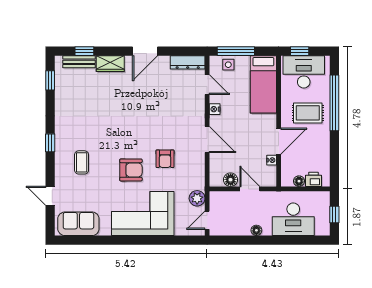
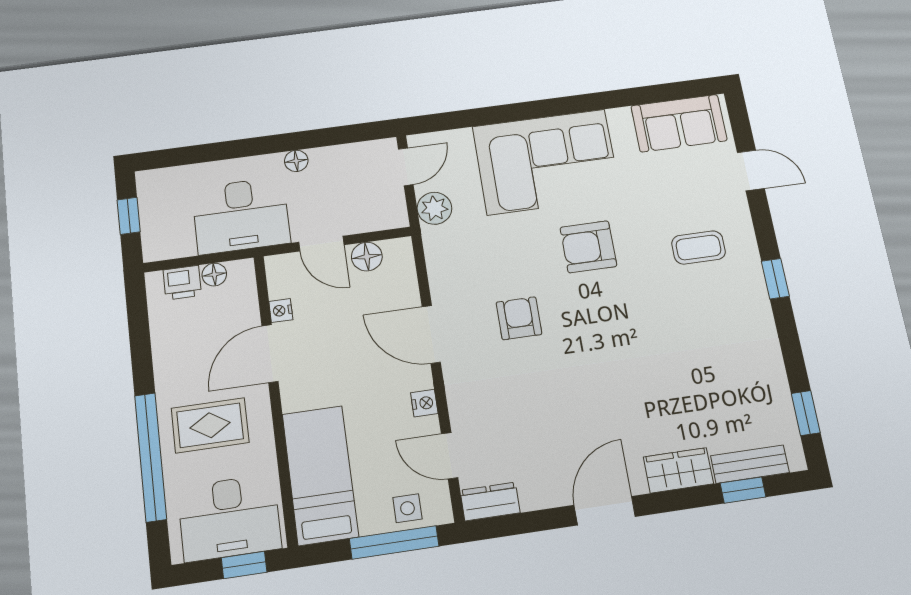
dresser: (188, 62) -> (490, 502), width x0.70
armchair: (165, 159) -> (519, 318), moved
coffee table: (82, 162) -> (699, 248), turned 90
desk: (293, 219) -> (241, 215), moved, turned 180

